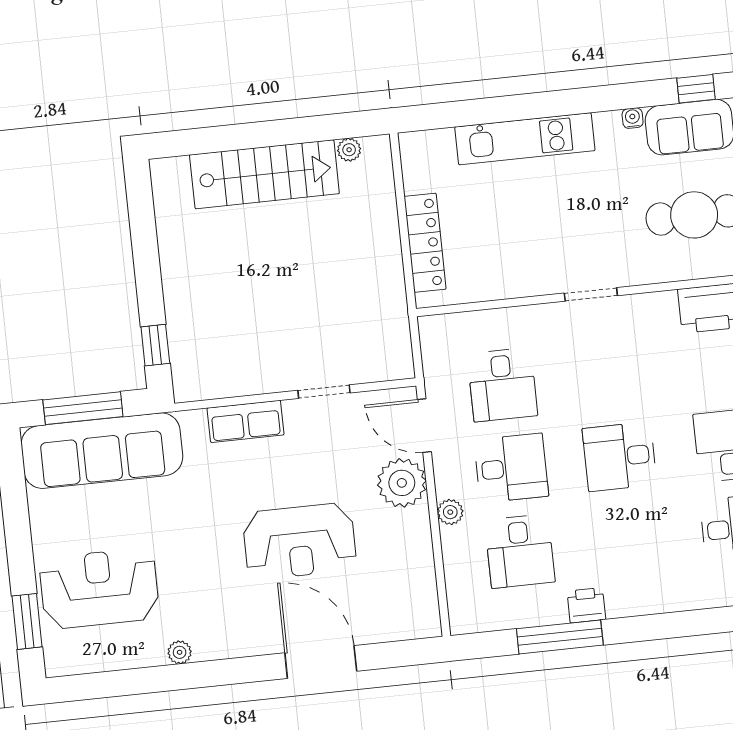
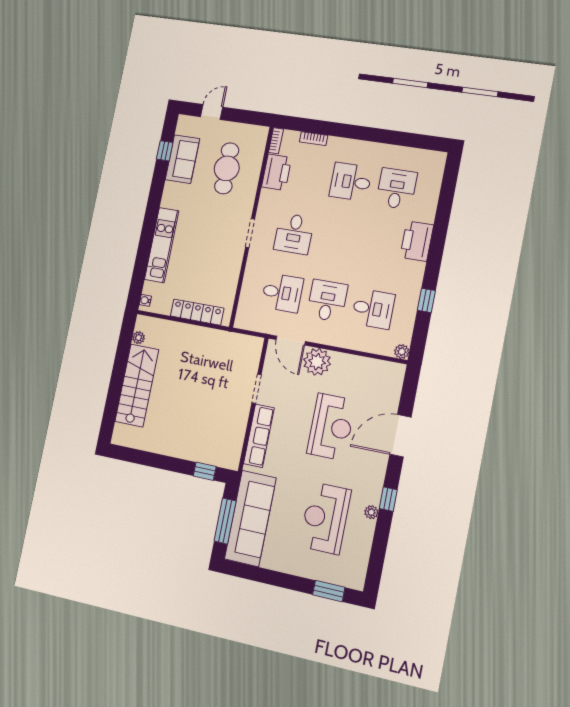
water cooler: (633, 118) -> (145, 300), moved
row of seats: (246, 421) -> (259, 436), width x1.48
door: (424, 426) -> (291, 341), hinge flipped
desk: (620, 457) -> (294, 234), moved
plant: (450, 512) -> (402, 352), moved
reception desk: (99, 588) -> (325, 518), moved
printer: (586, 605) -> (417, 241), moved, width x1.87, depth x1.48
window: (560, 637) -> (426, 300), width x0.46
window: (210, 674) -> (388, 499), added

